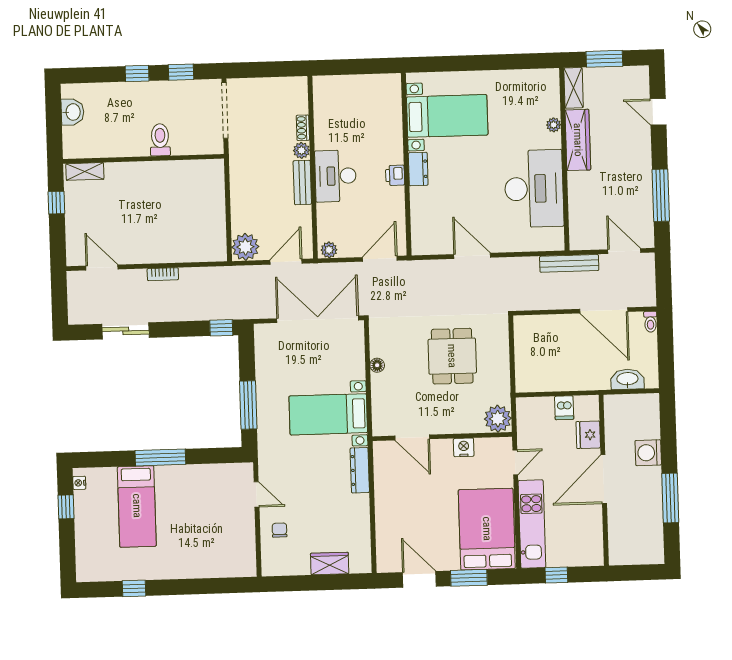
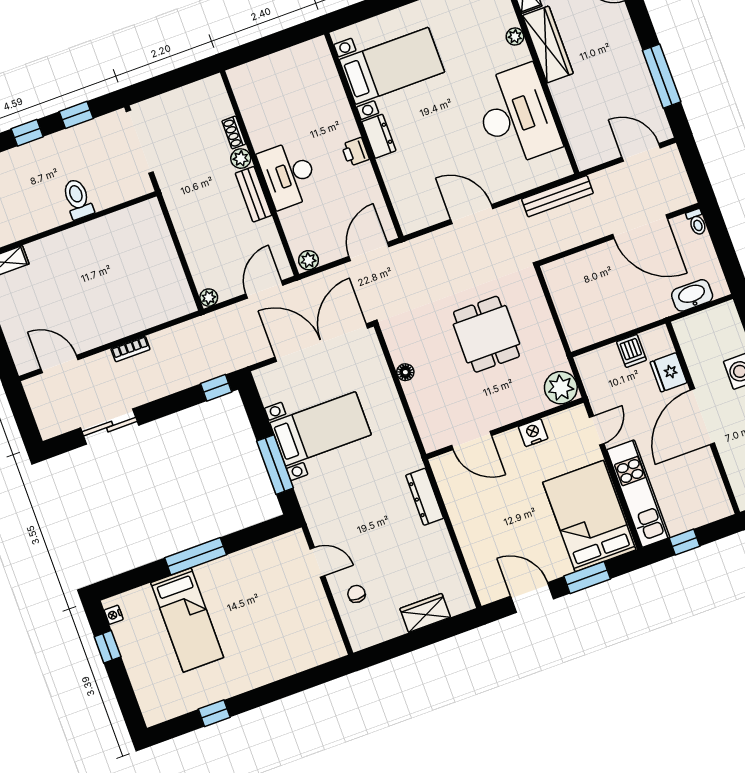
plant: (245, 247) -> (209, 298), width x0.53, depth x0.53
bench: (569, 263) -> (557, 196), moved
bed with nightstands: (328, 414) -> (320, 429), moved, turned 180

